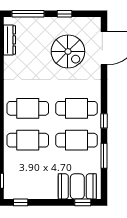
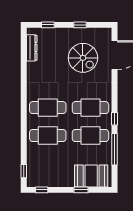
window: (28, 14) -> (48, 25), width x0.46
window: (104, 156) -> (114, 149), width x1.44
window: (83, 202) -> (81, 190), moved

